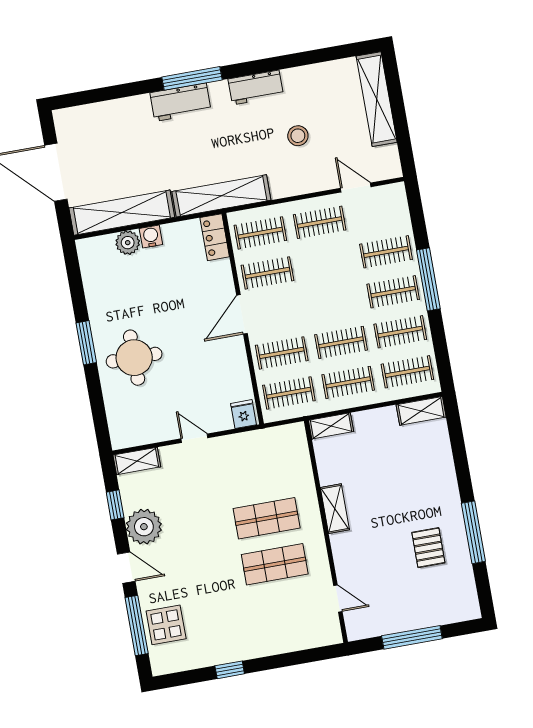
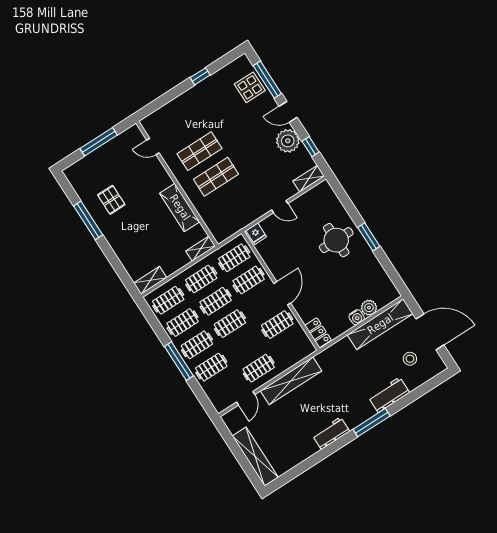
workbench: (181, 102) -> (389, 395), moved
stool: (298, 136) -> (410, 359), moved
door: (356, 187) -> (246, 398), hinge flipped
shelving: (221, 196) -> (291, 381), moved
clothes rail: (260, 233) -> (230, 324), moved
shelving: (335, 509) -> (180, 207), width x1.50, depth x1.33

